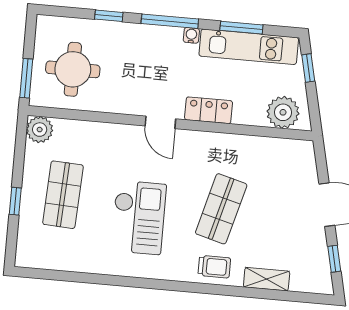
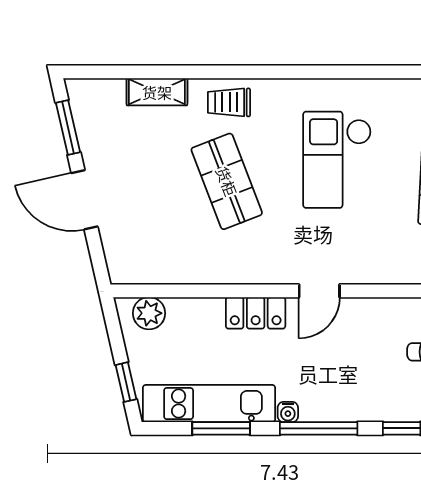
plant: (283, 112) -> (149, 313), width x0.73, depth x0.73
door: (160, 122) -> (319, 291), swing flipped
shop shelf: (221, 209) -> (227, 181), turned -36
window: (334, 259) -> (68, 127), width x1.50

